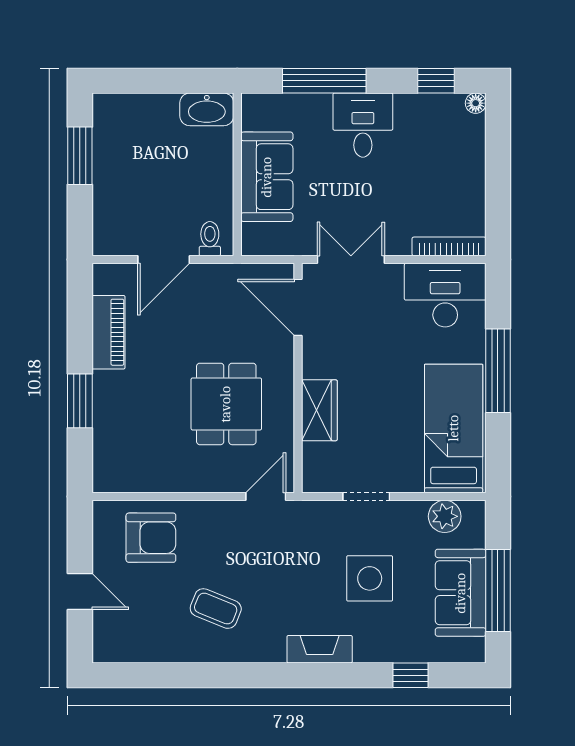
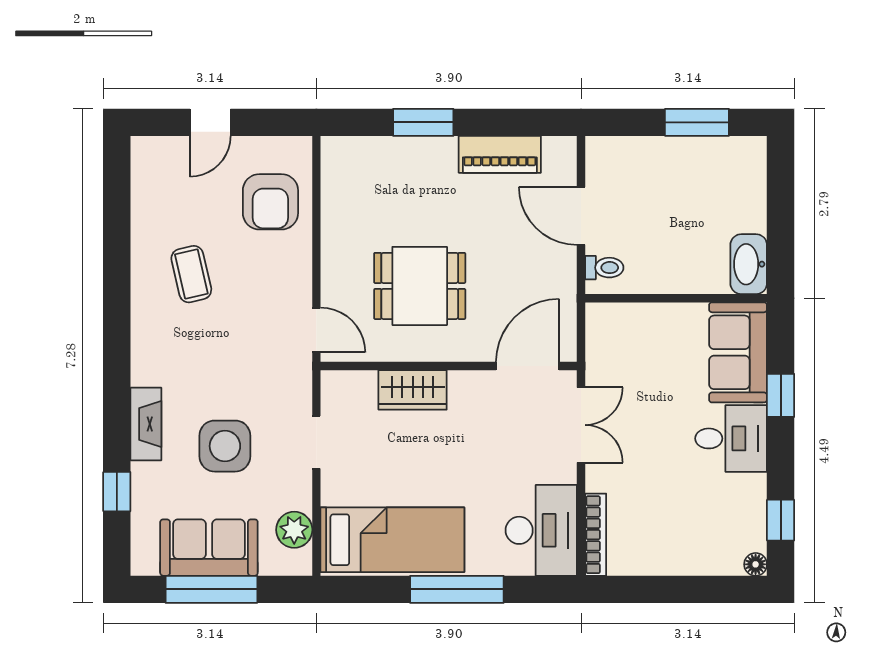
window: (324, 81) -> (781, 395), width x0.46
sofa: (267, 177) -> (738, 352), moved, turned 90
coffee table: (216, 609) -> (191, 274), turned -35
fireplace: (320, 649) -> (146, 424), moved

